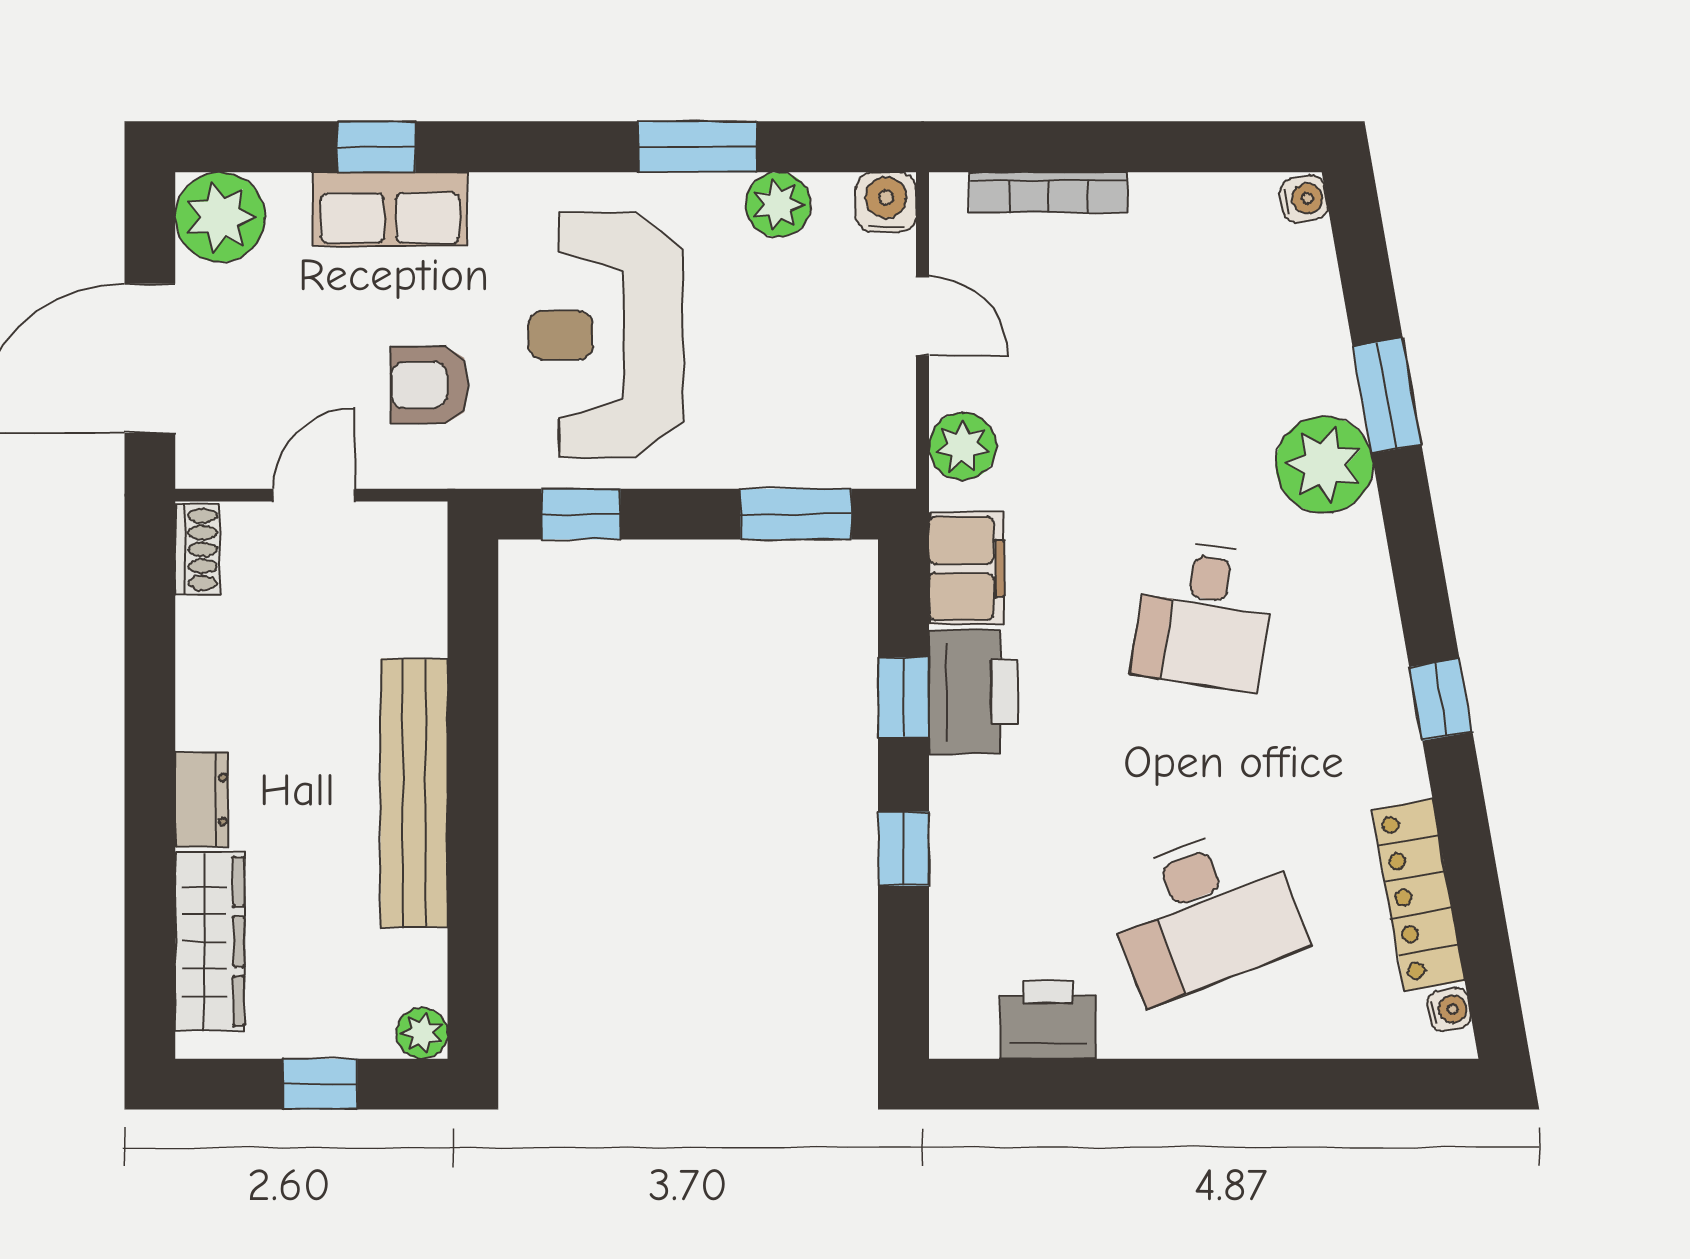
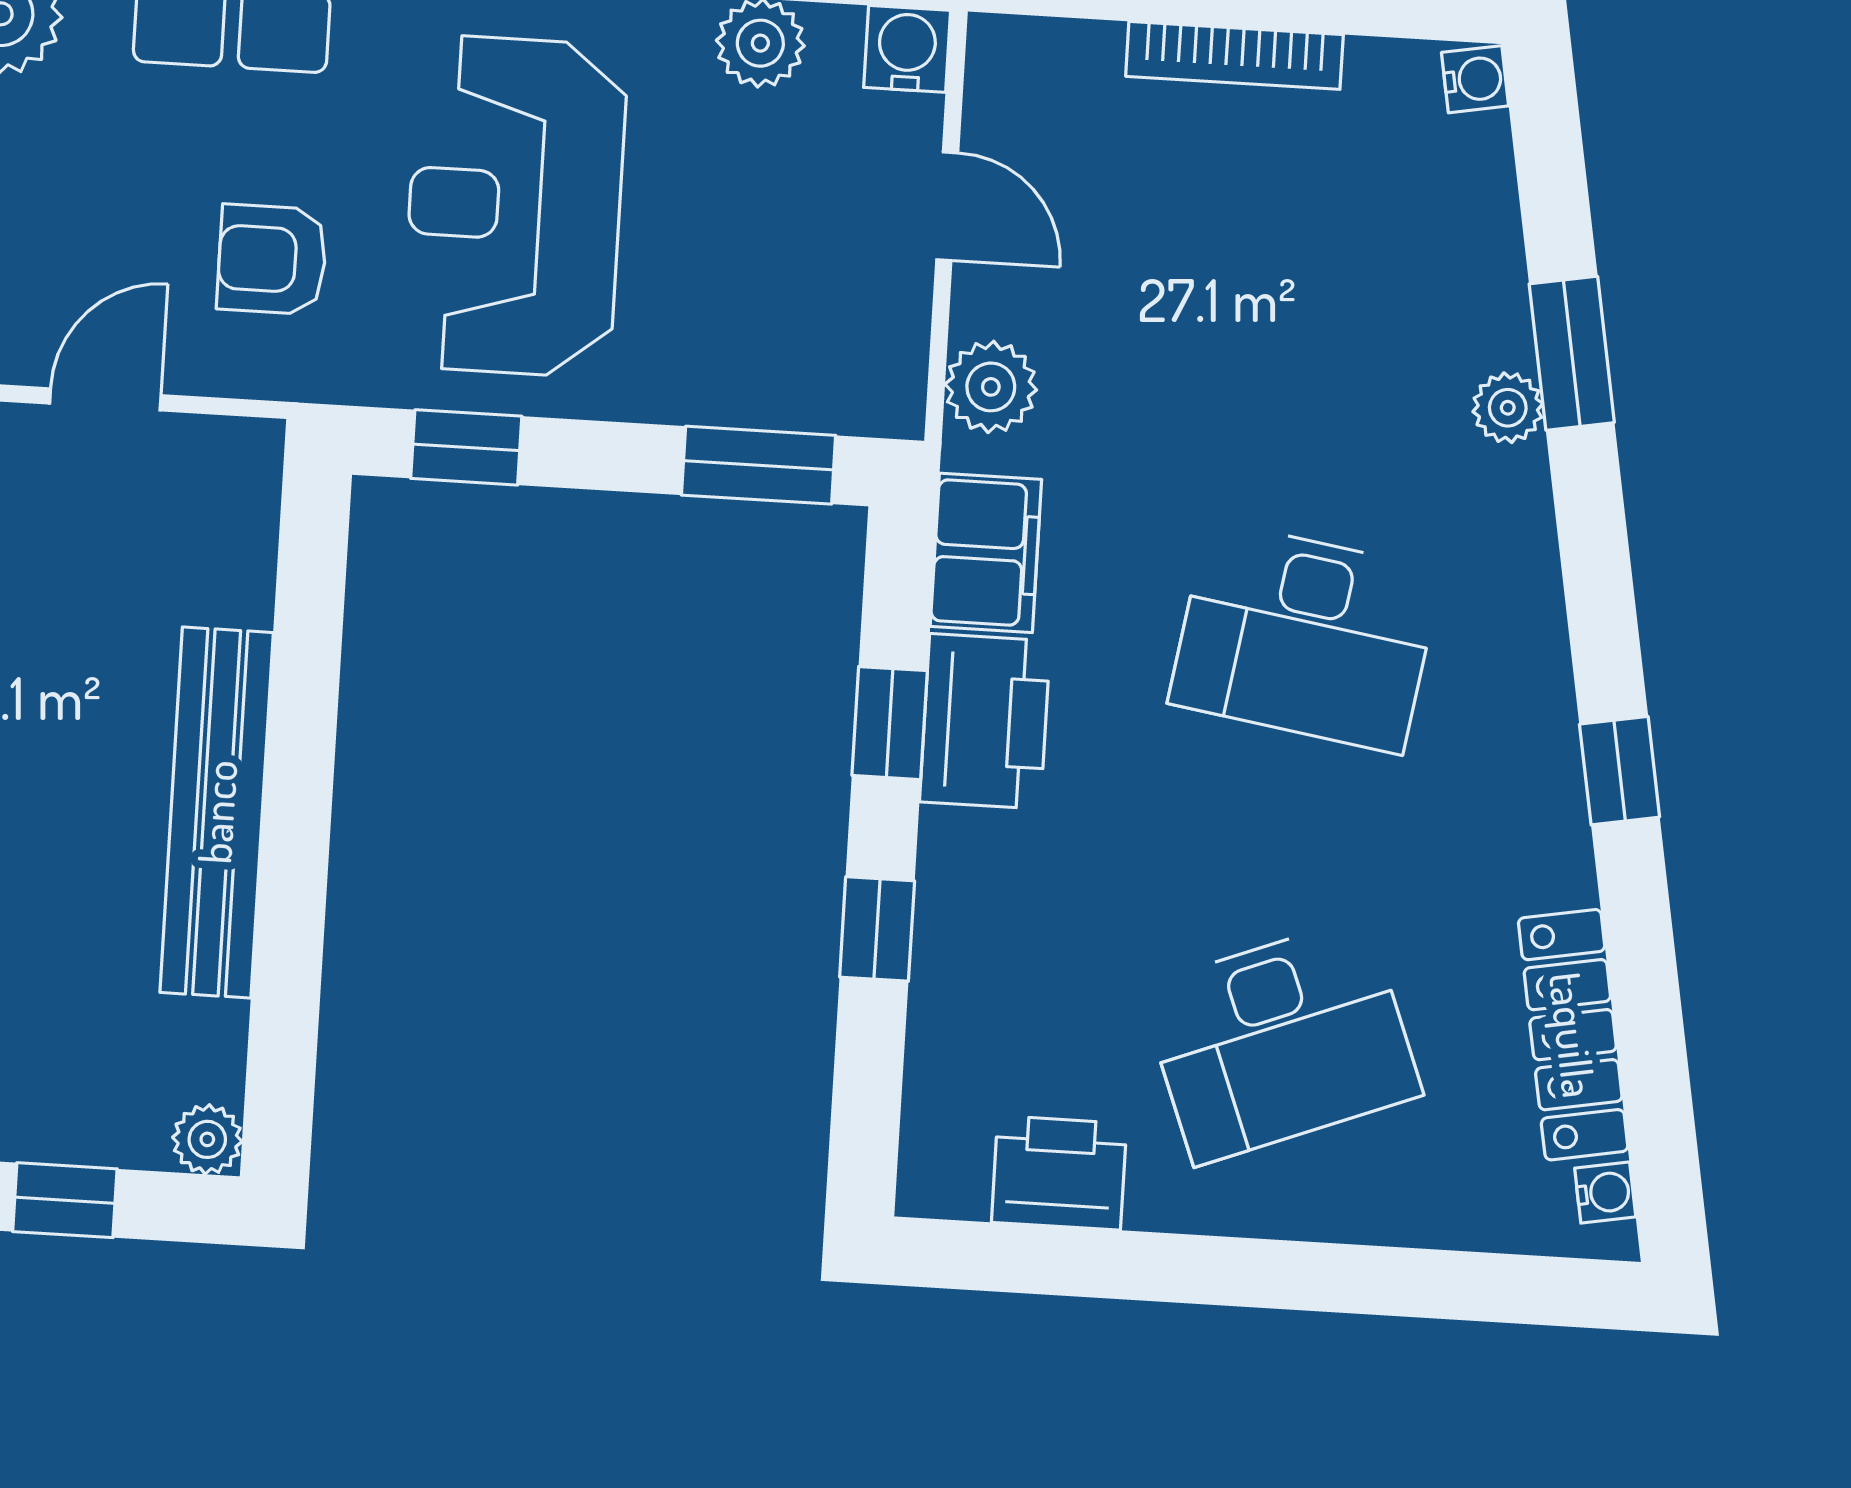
bookcase: (1048, 192) -> (1234, 55), moved
plant: (1324, 465) -> (1508, 408), width x0.53, depth x0.53
desk: (1204, 615) -> (1305, 637), width x1.37

